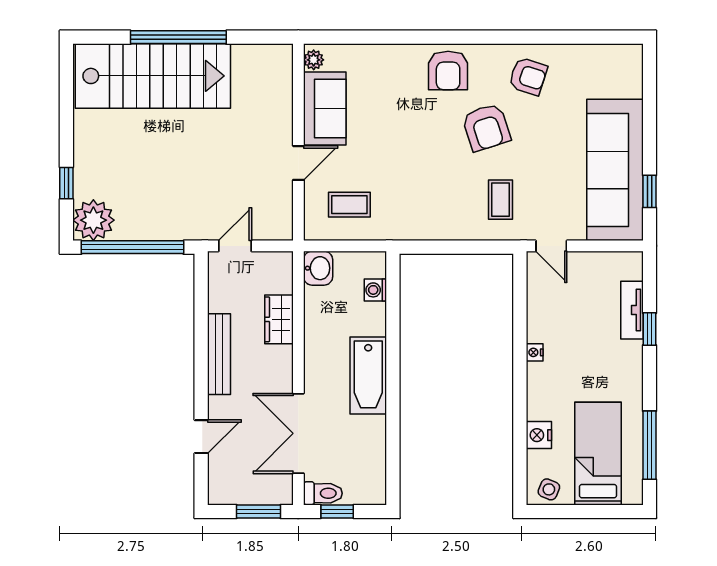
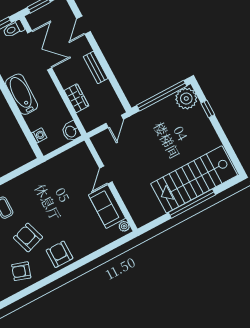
coffee table: (349, 205) -> (72, 168), removed
bench: (219, 354) -> (96, 68), width x0.73

